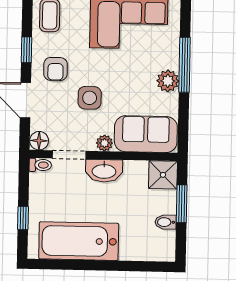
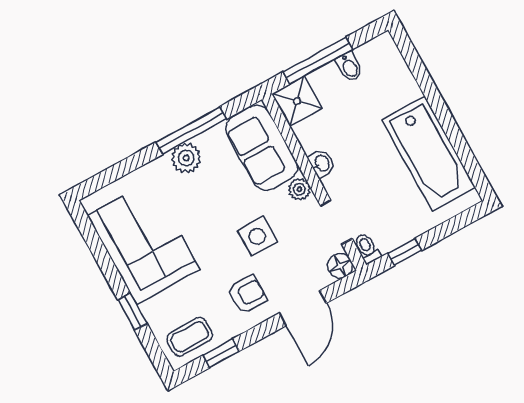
window: (27, 50) -> (221, 353), moved
window: (185, 65) -> (191, 130), moved
washbasin: (104, 171) -> (322, 163), width x0.52, depth x0.69
window: (182, 204) -> (318, 61), width x1.44
window: (23, 218) -> (405, 252), moved

